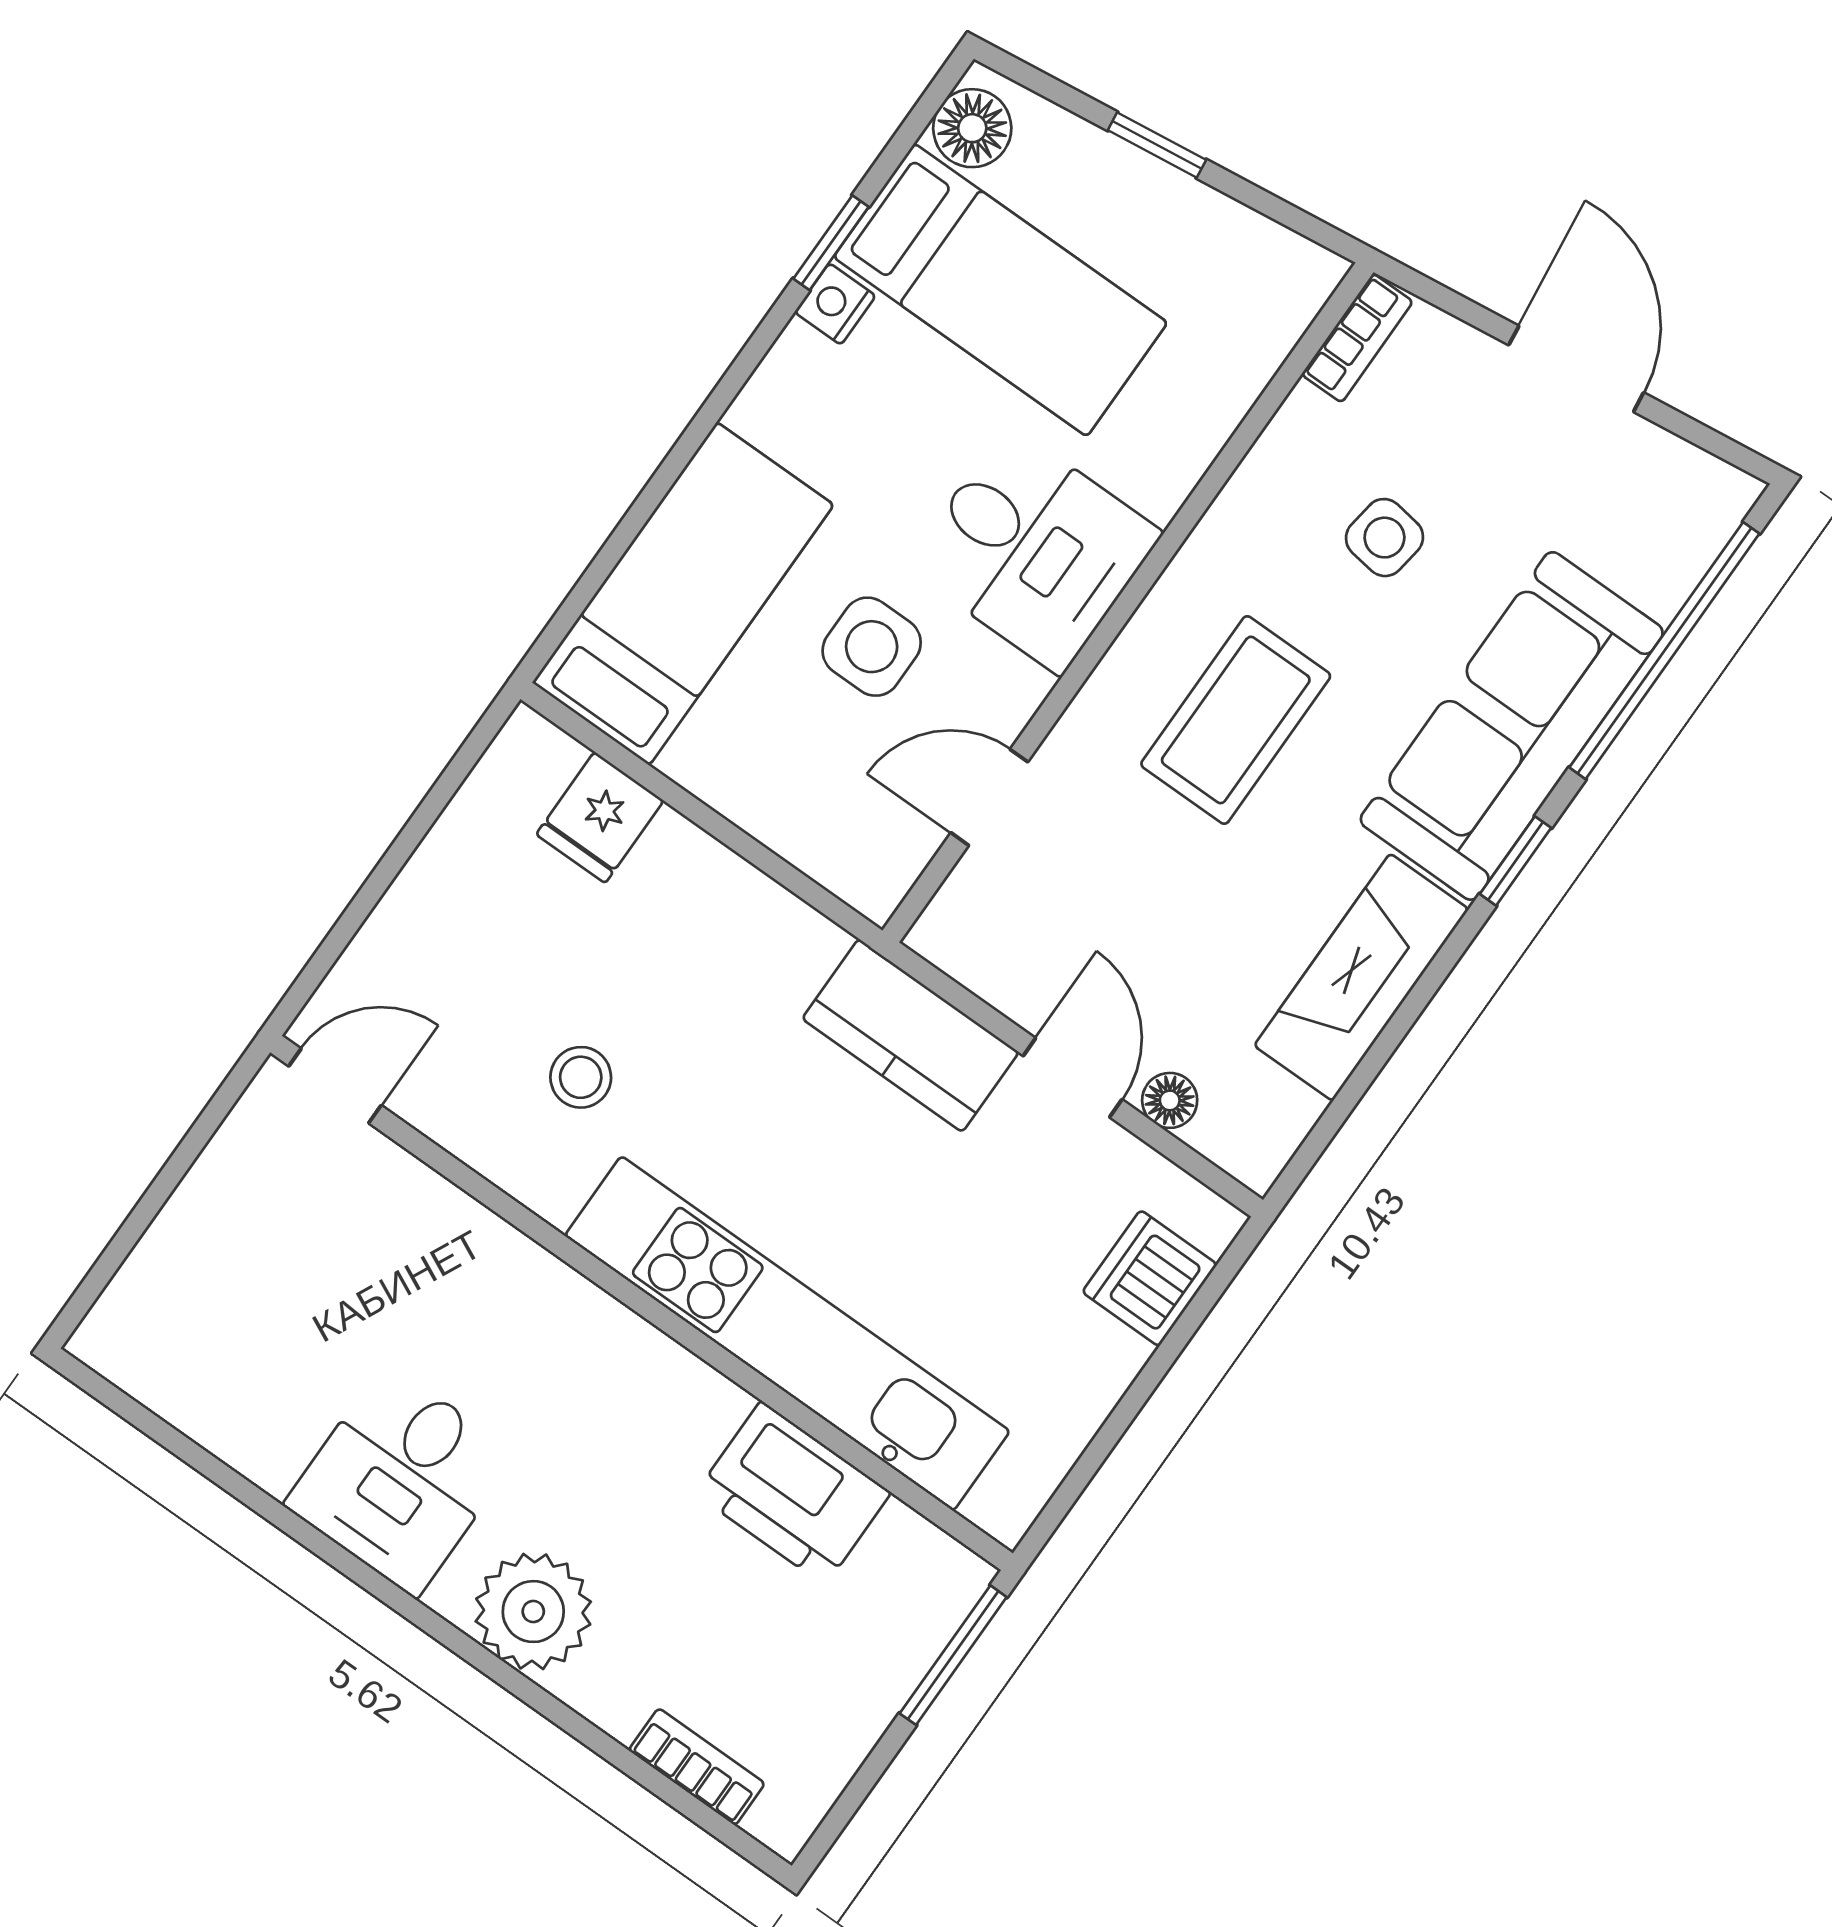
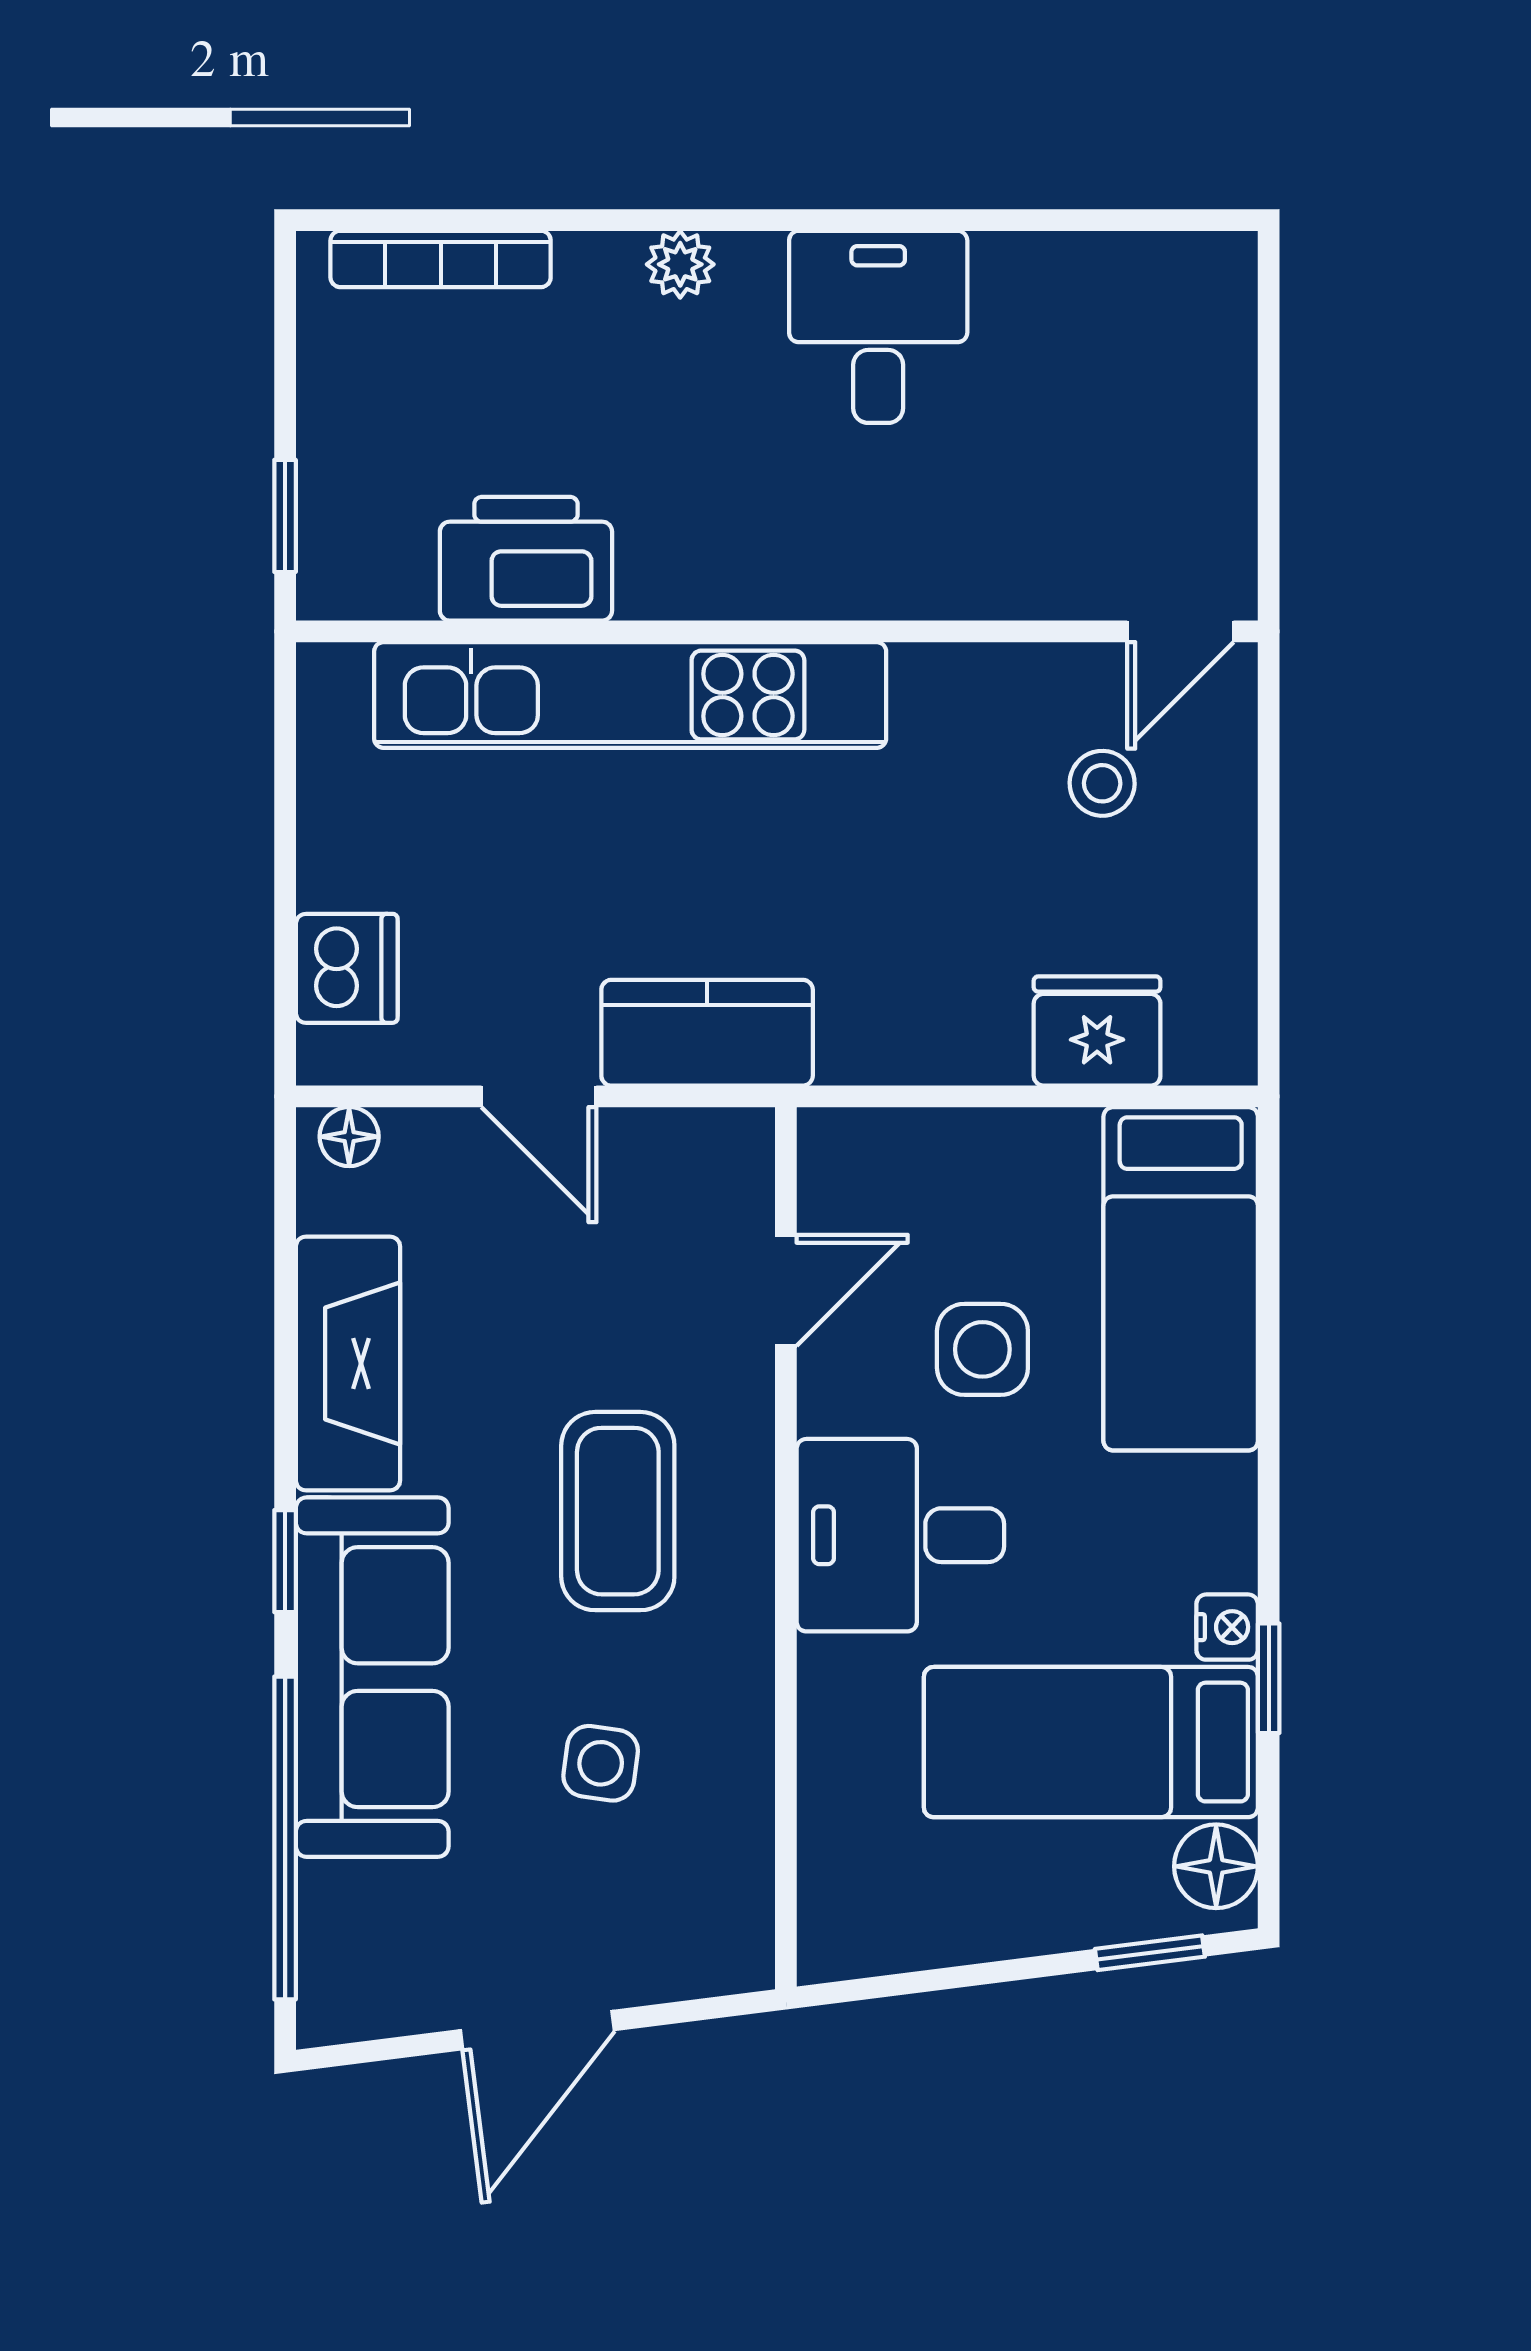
window: (1157, 145) -> (1150, 1953), moved
bookcase: (1357, 338) -> (748, 1921), removed
door: (1576, 369) -> (537, 2030), hinge flipped
fridge: (600, 817) -> (1097, 1031), width x1.38
stool: (581, 1077) -> (1102, 783), moved
floor lamp: (1170, 1100) -> (349, 1137), moved
plant: (533, 1612) -> (680, 264), width x0.53, depth x0.53
window: (953, 1655) -> (285, 516), width x0.67
bookcase: (697, 1767) -> (441, 259), width x1.56

